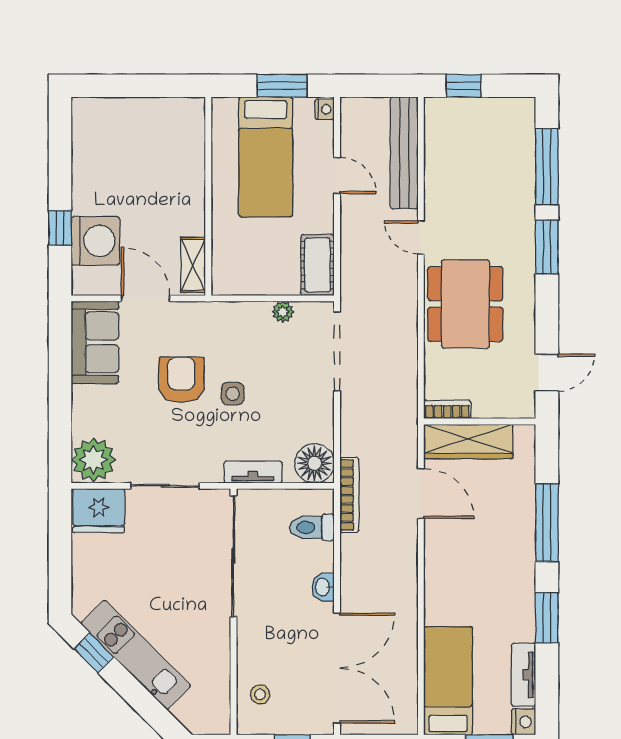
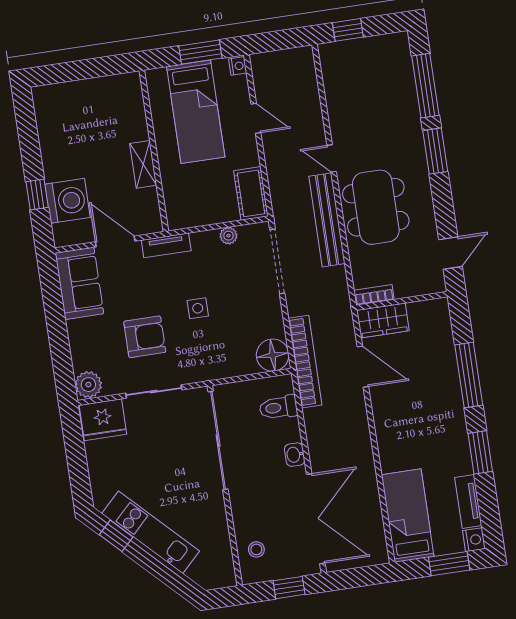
bench: (404, 153) -> (327, 220), moved
shelving: (193, 265) -> (143, 164), moved
armchair: (181, 380) -> (145, 337), moved, turned 90
wardrobe: (468, 442) -> (383, 320), width x0.67
plant: (93, 460) -> (88, 385), width x0.73, depth x0.73
tv unit: (253, 472) -> (166, 245), moved, turned 180
bookcase: (349, 495) -> (305, 362), width x1.48, depth x1.31

